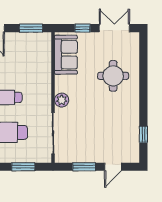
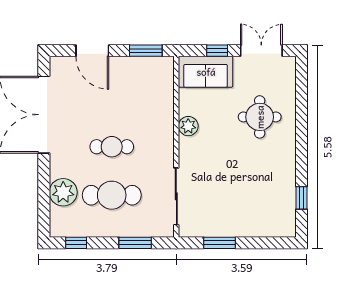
sofa: (66, 55) -> (206, 72), moved, turned 90
plant: (62, 100) -> (188, 126), moved
door: (113, 167) -> (259, 243), removed

